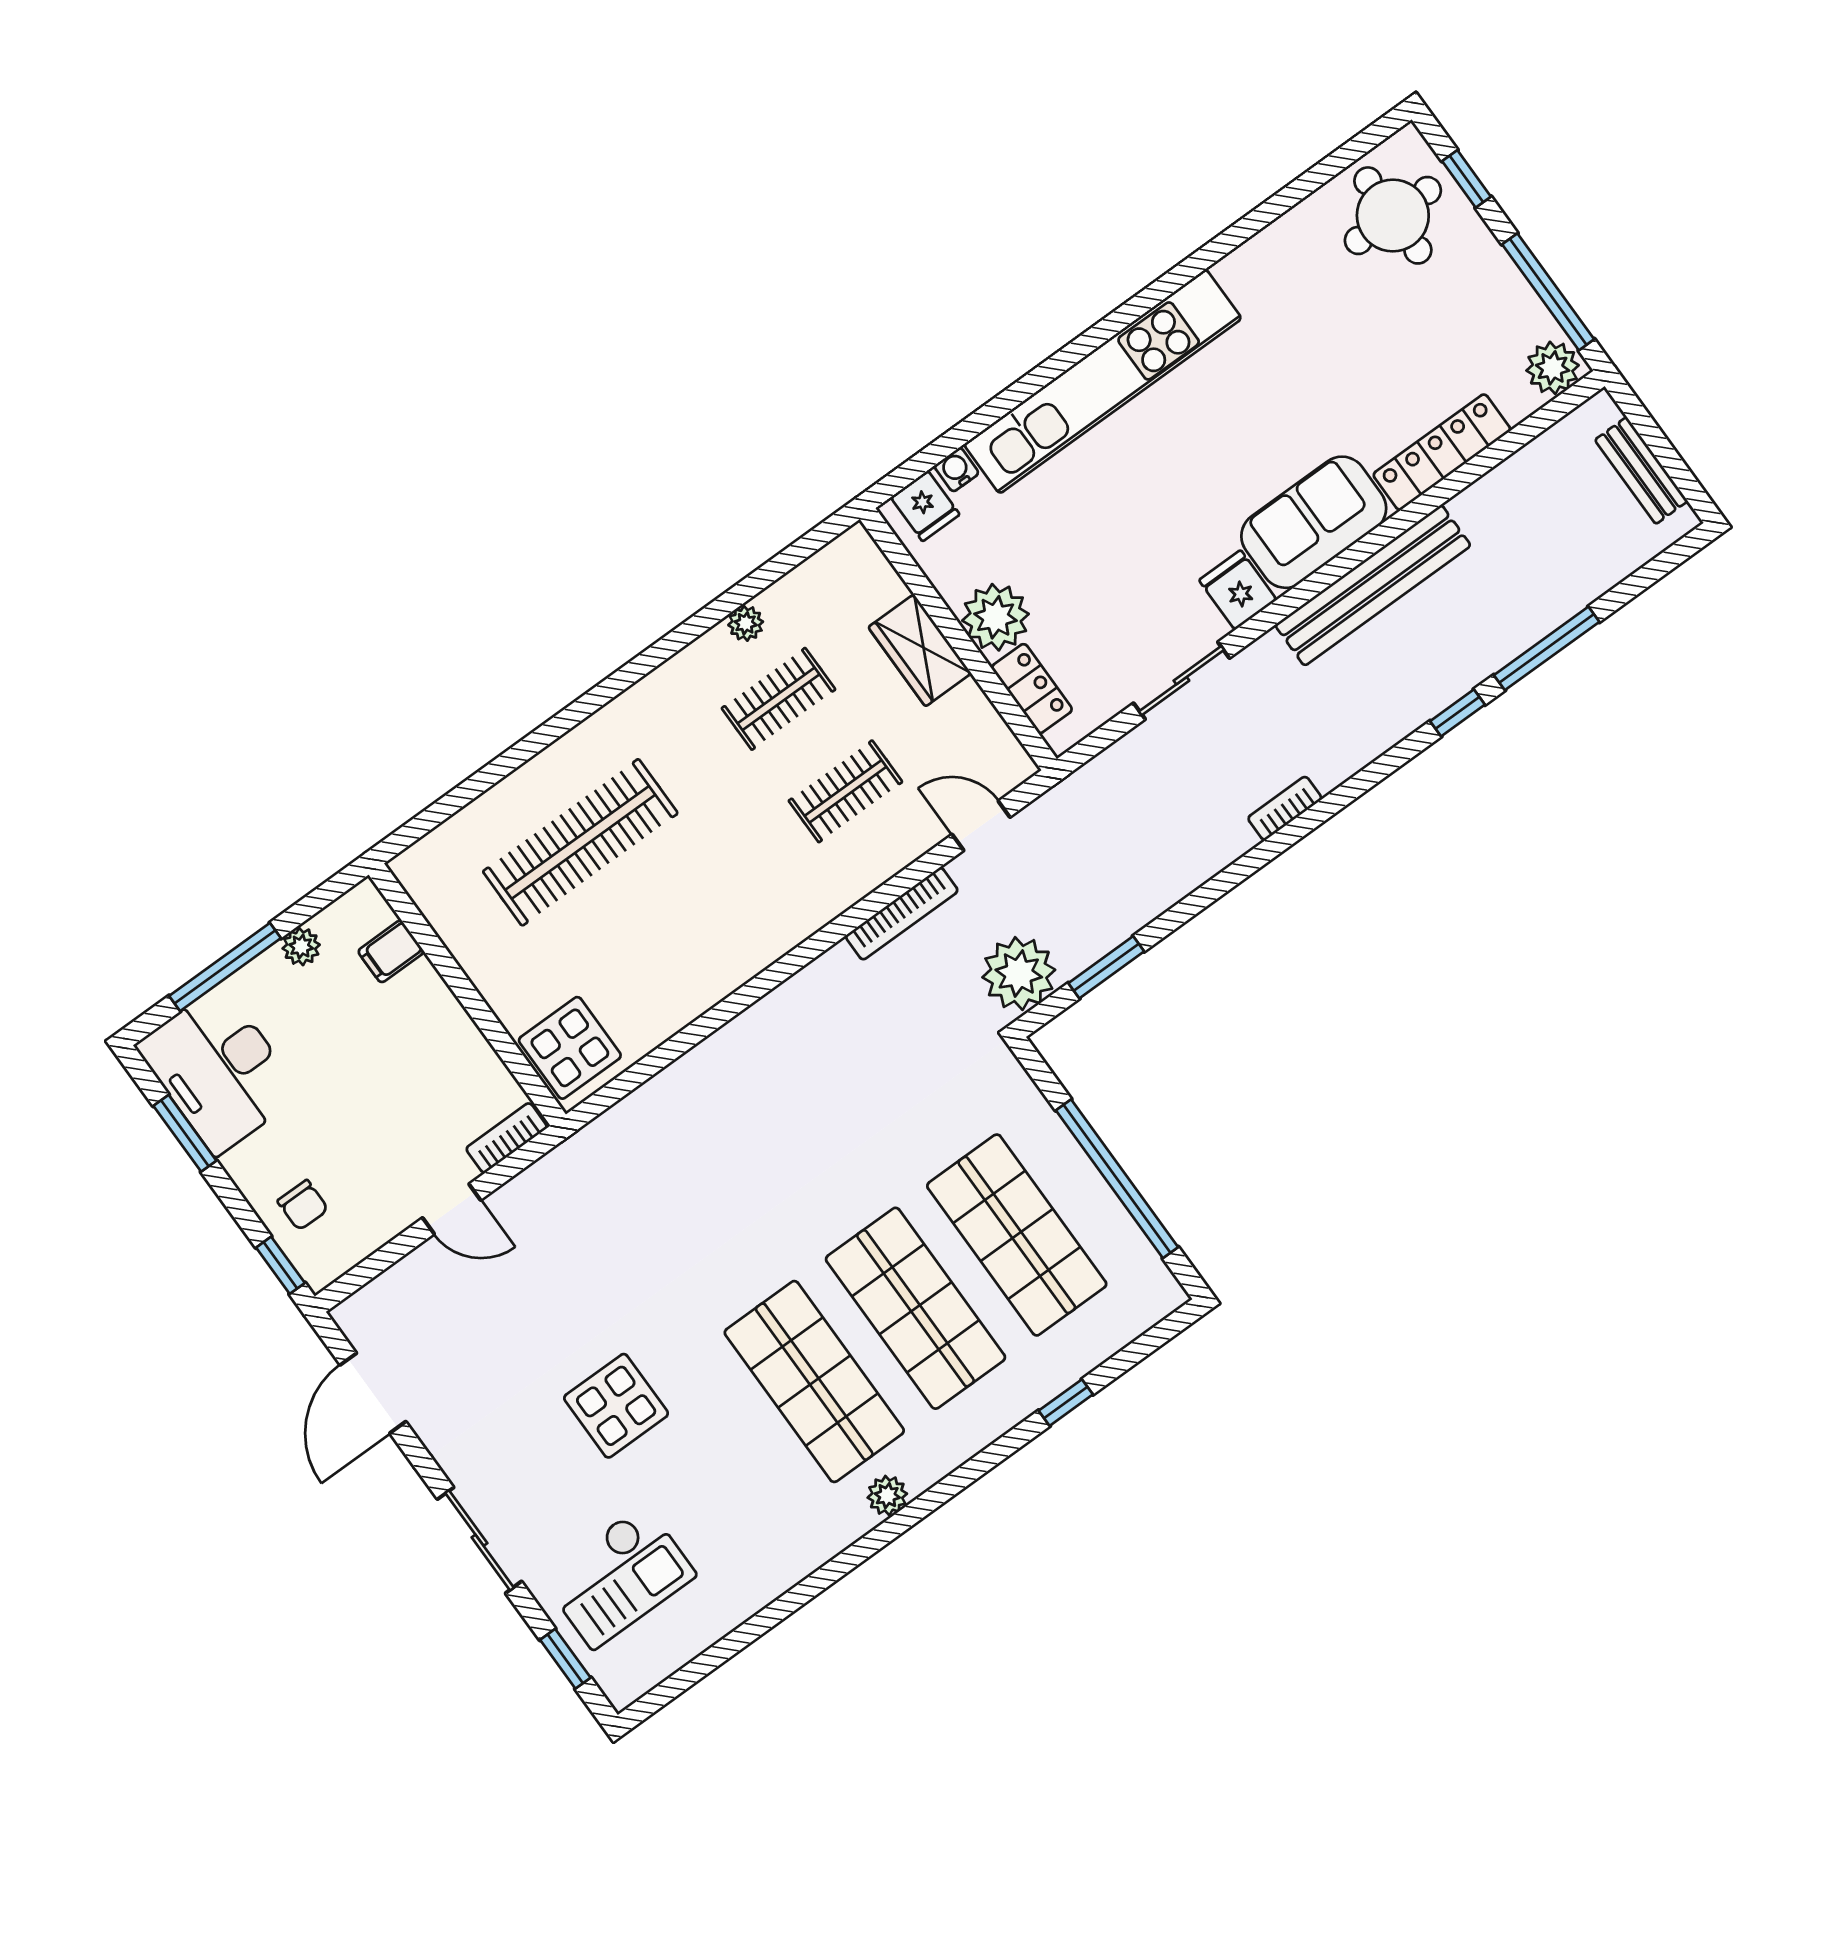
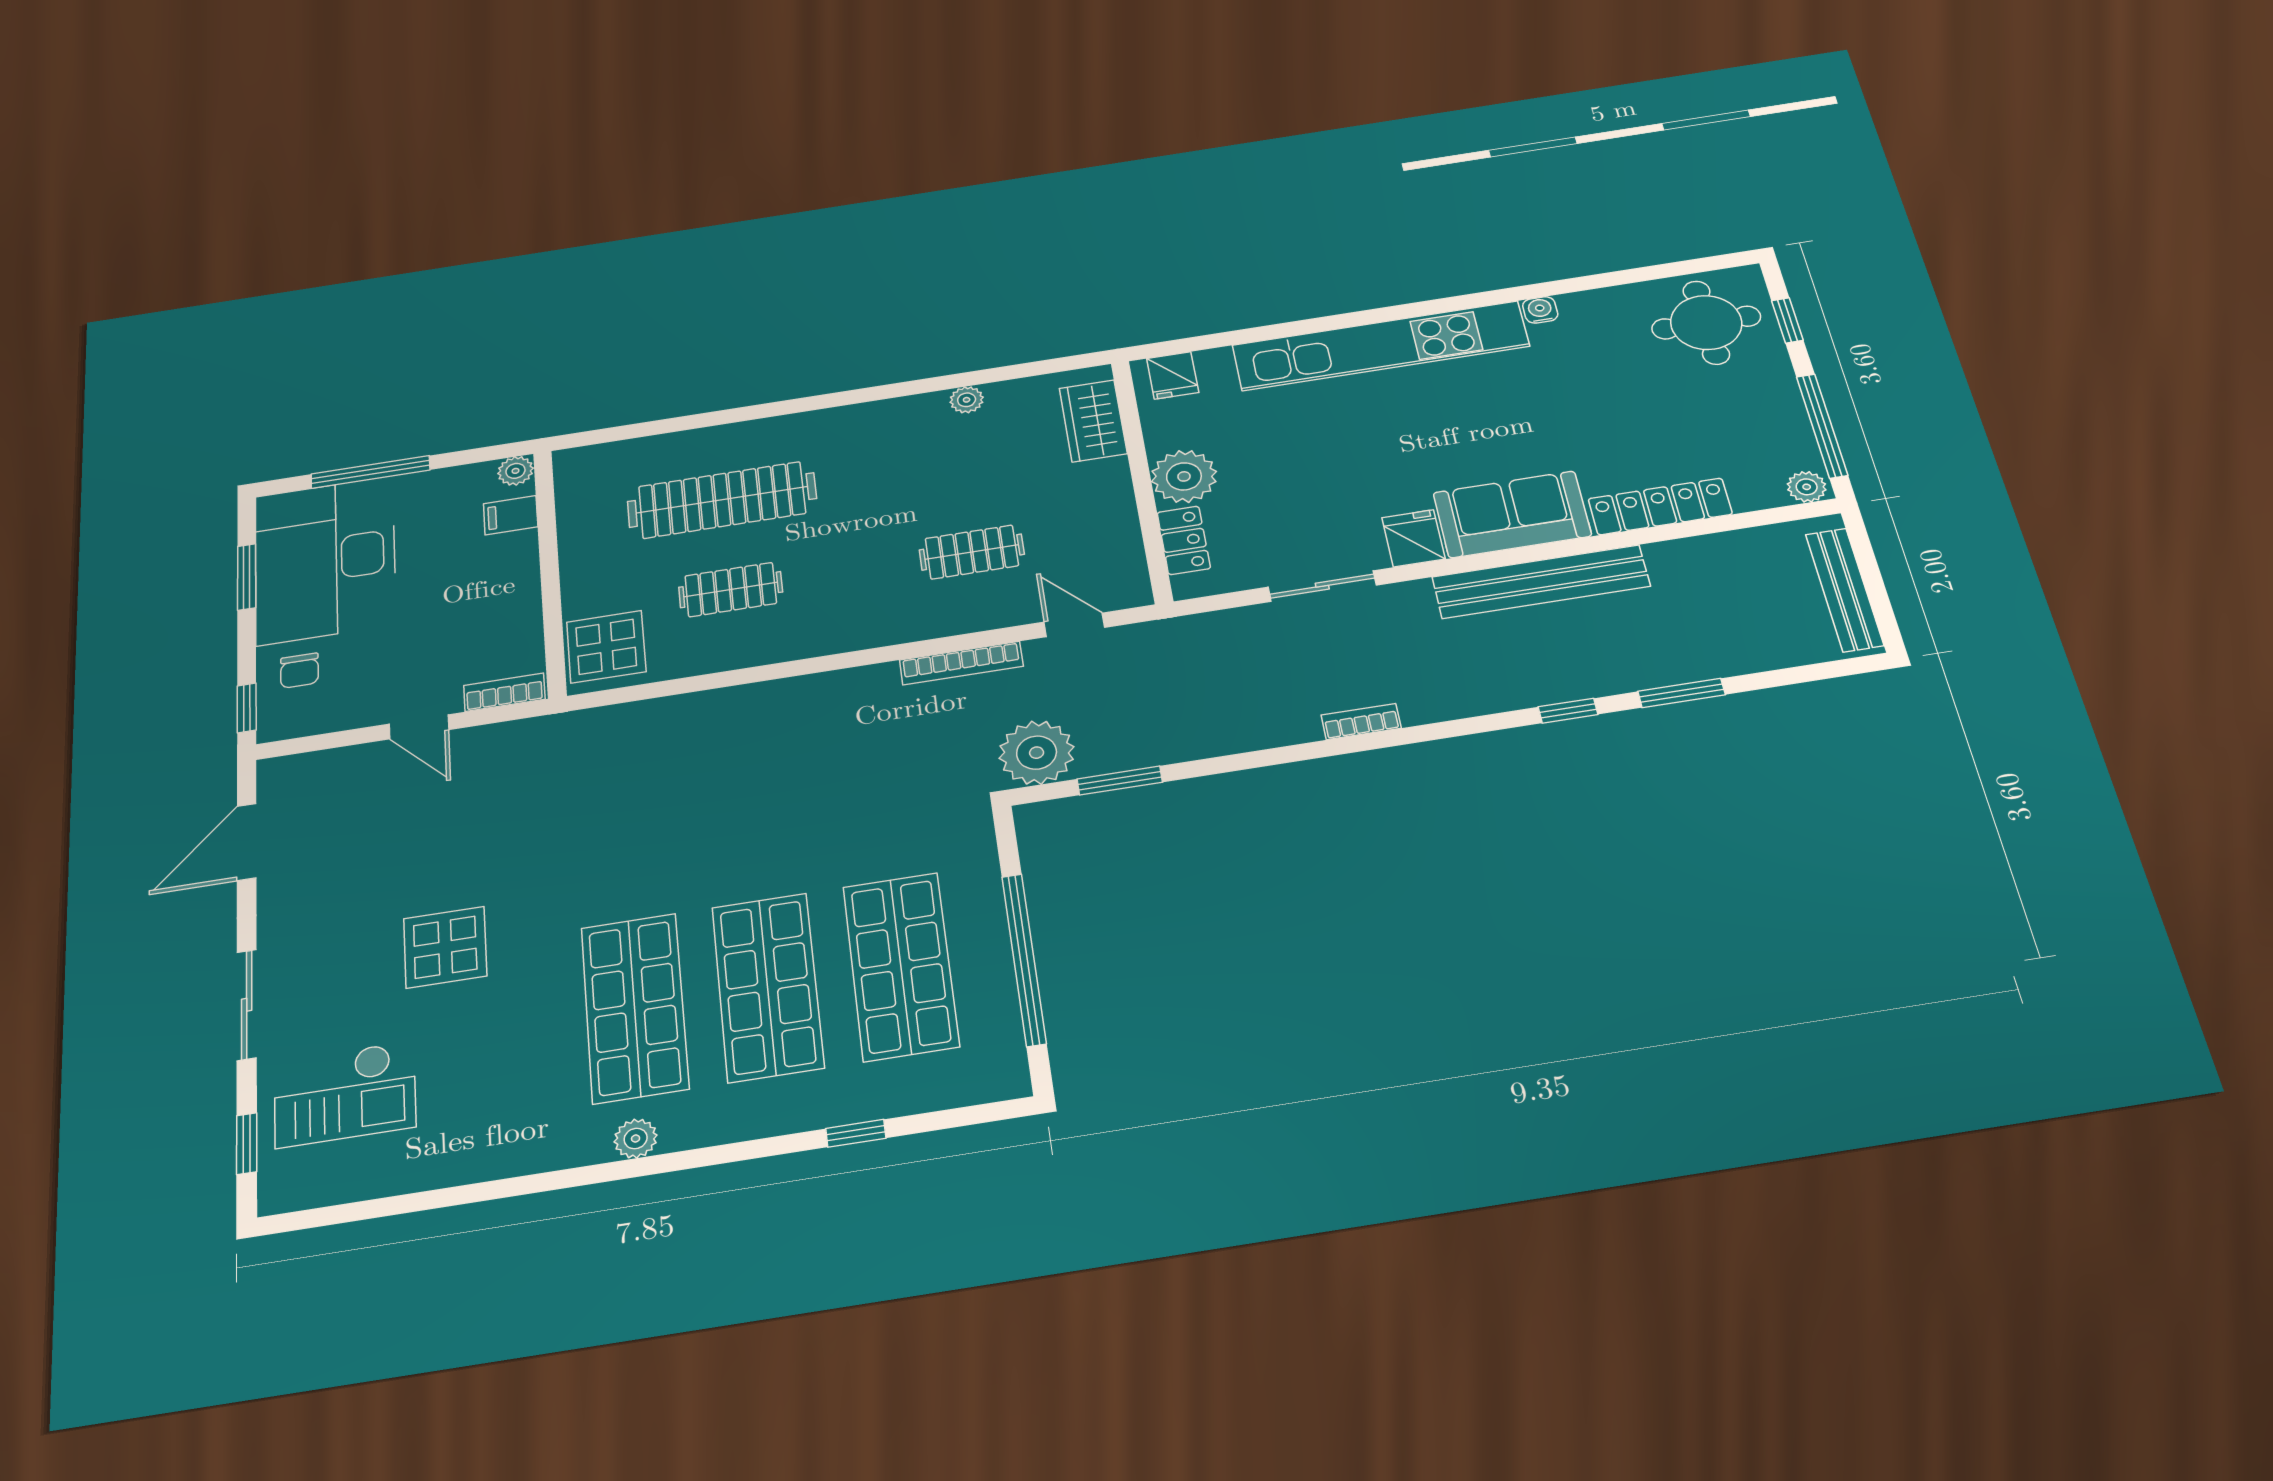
plant: (1553, 368) -> (1807, 487), width x0.73, depth x0.73
water cooler: (956, 470) -> (1540, 310), moved
bench: (1641, 470) -> (1844, 590), width x1.36
window: (1547, 648) -> (1682, 693), width x0.69
wardrobe: (920, 650) -> (1093, 421), moved
clothes rail: (778, 699) -> (731, 590), moved
plant: (301, 947) -> (515, 471), moved
desk: (219, 1070) -> (325, 560), width x1.36, depth x1.30

